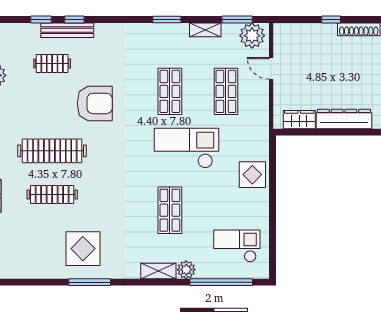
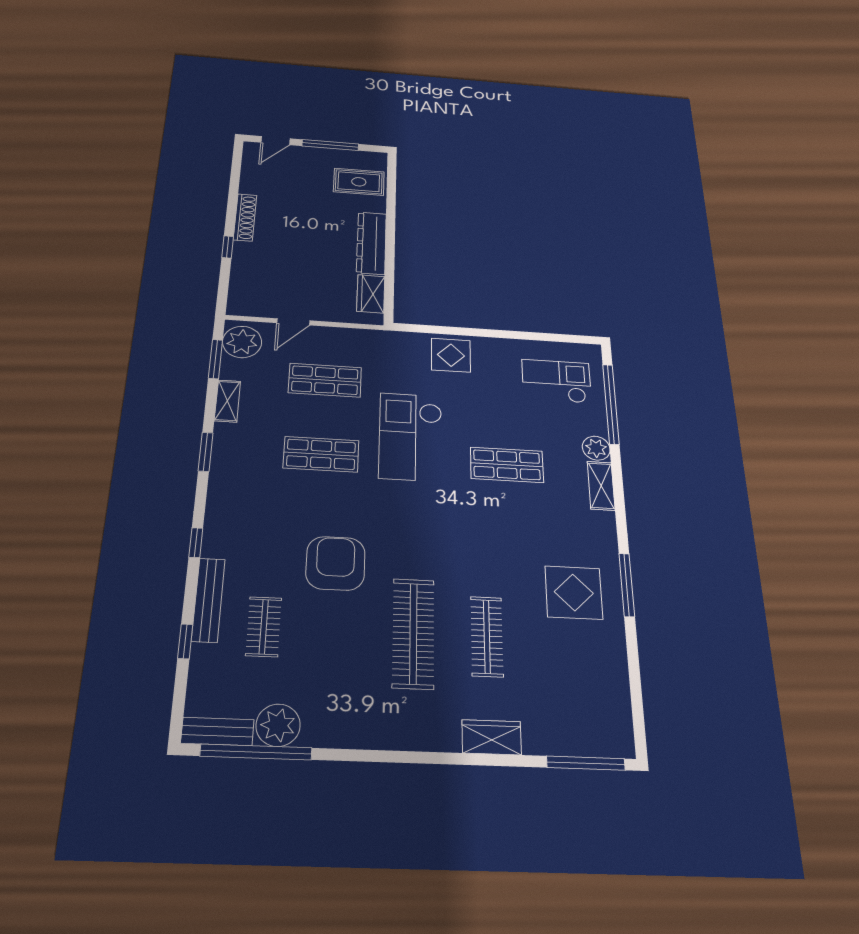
window: (74, 20) -> (196, 543), moved
checkout: (237, 246) -> (556, 381), turned 90

